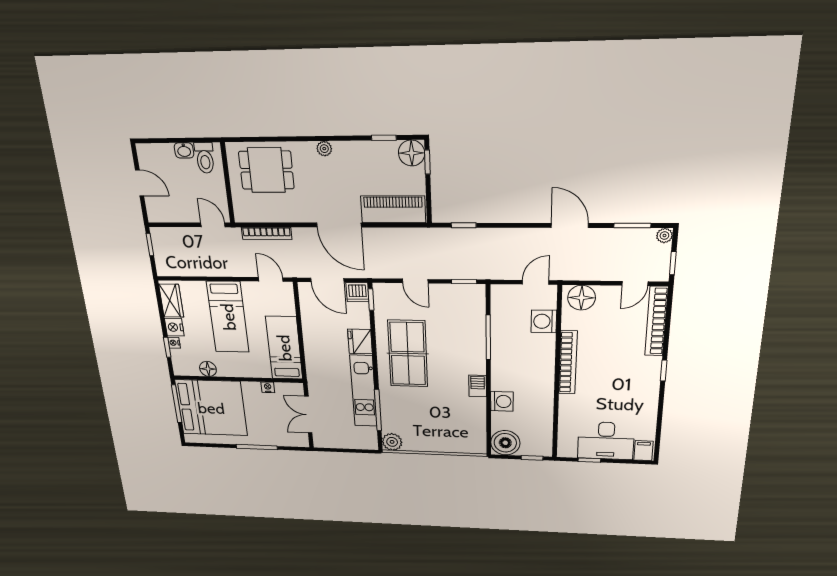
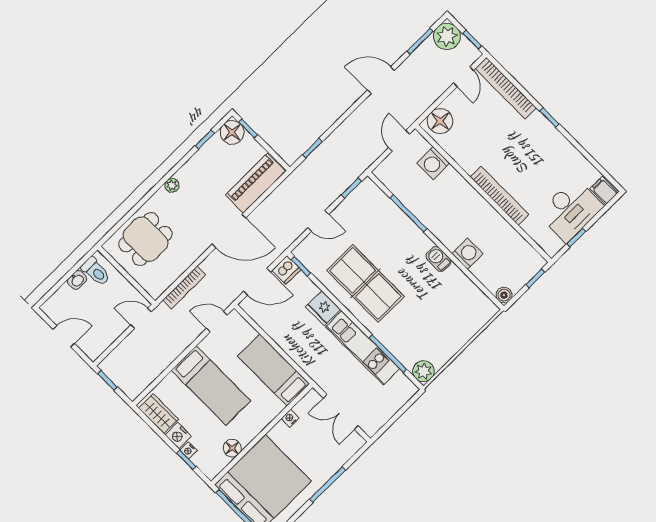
plant: (664, 236) -> (447, 36), width x1.88, depth x1.88
bookcase: (568, 363) -> (500, 196), moved
boiler: (505, 443) -> (504, 295), width x0.54, depth x0.54

